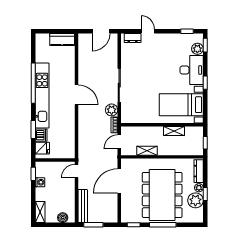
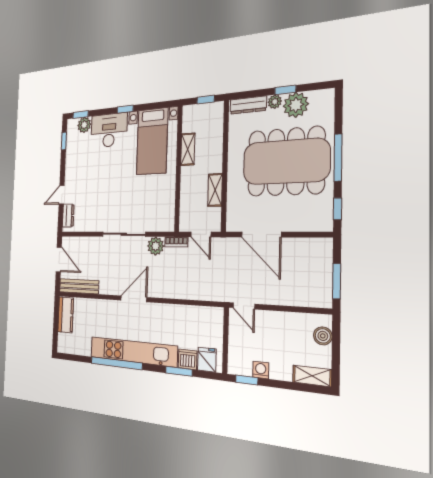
bench: (83, 206) -> (79, 286), moved

